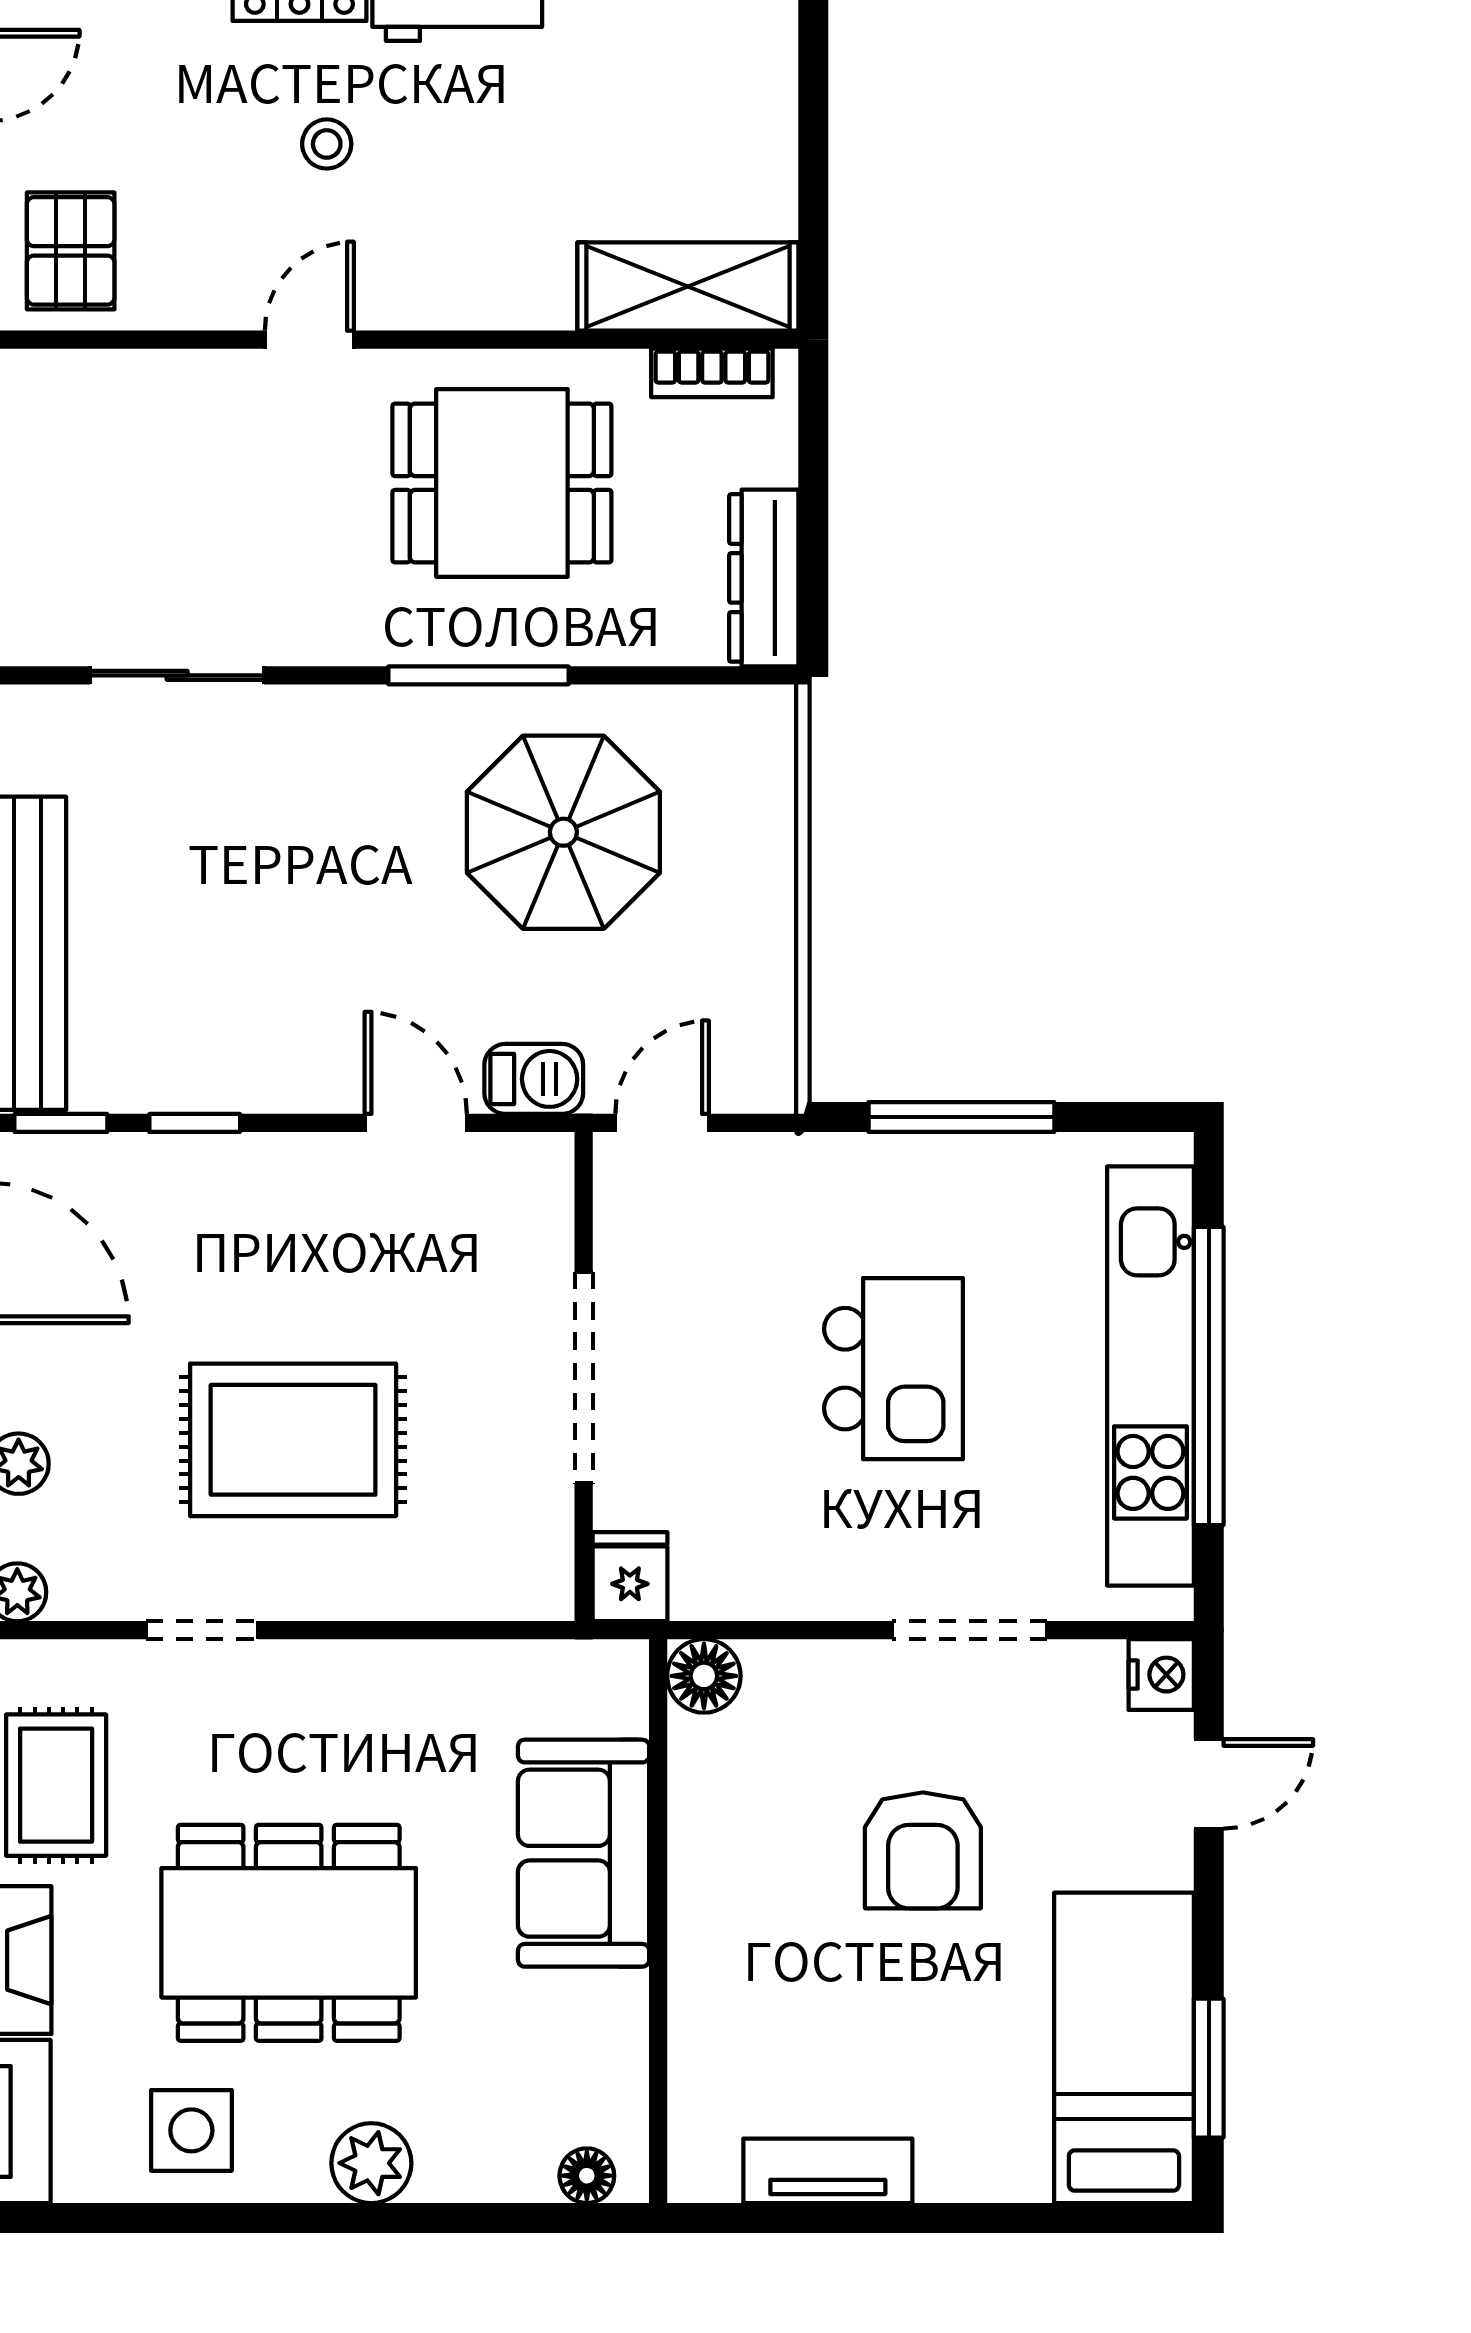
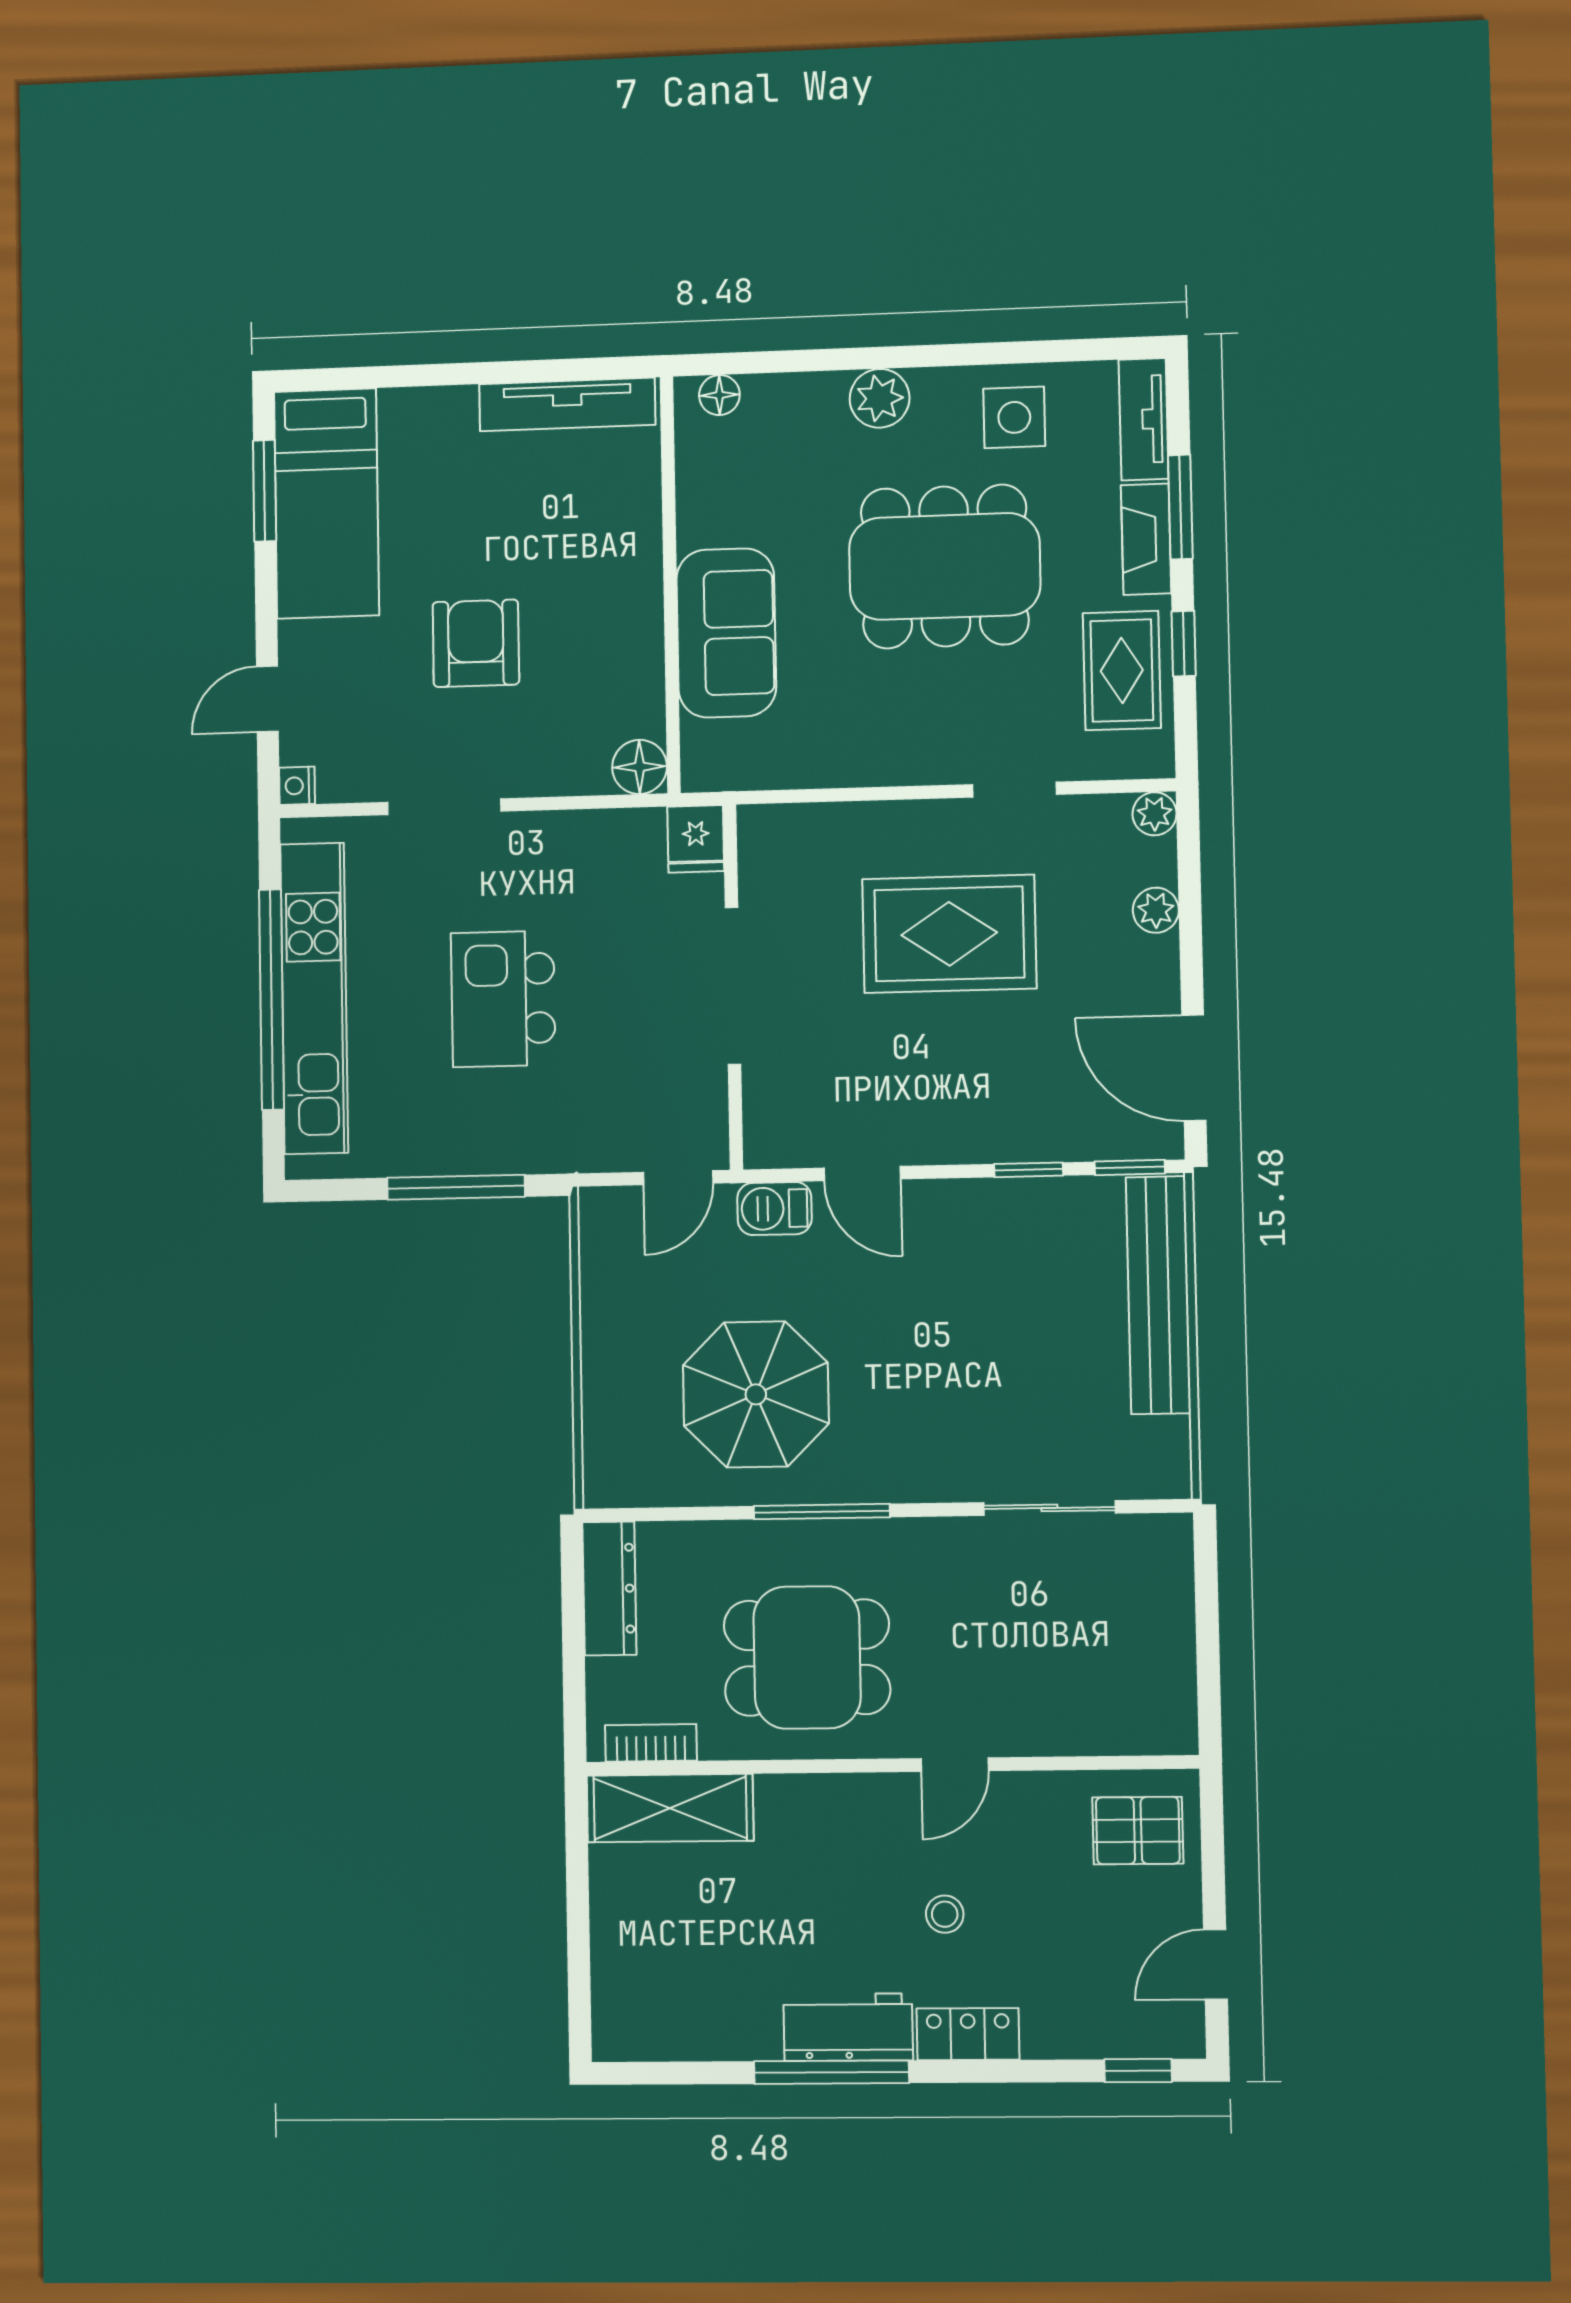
pallet: (71, 251) -> (1138, 1831), turned 90
nightstand: (1161, 1675) -> (297, 786), width x0.72, depth x0.74
tv unit: (828, 2171) -> (567, 404), width x1.41

